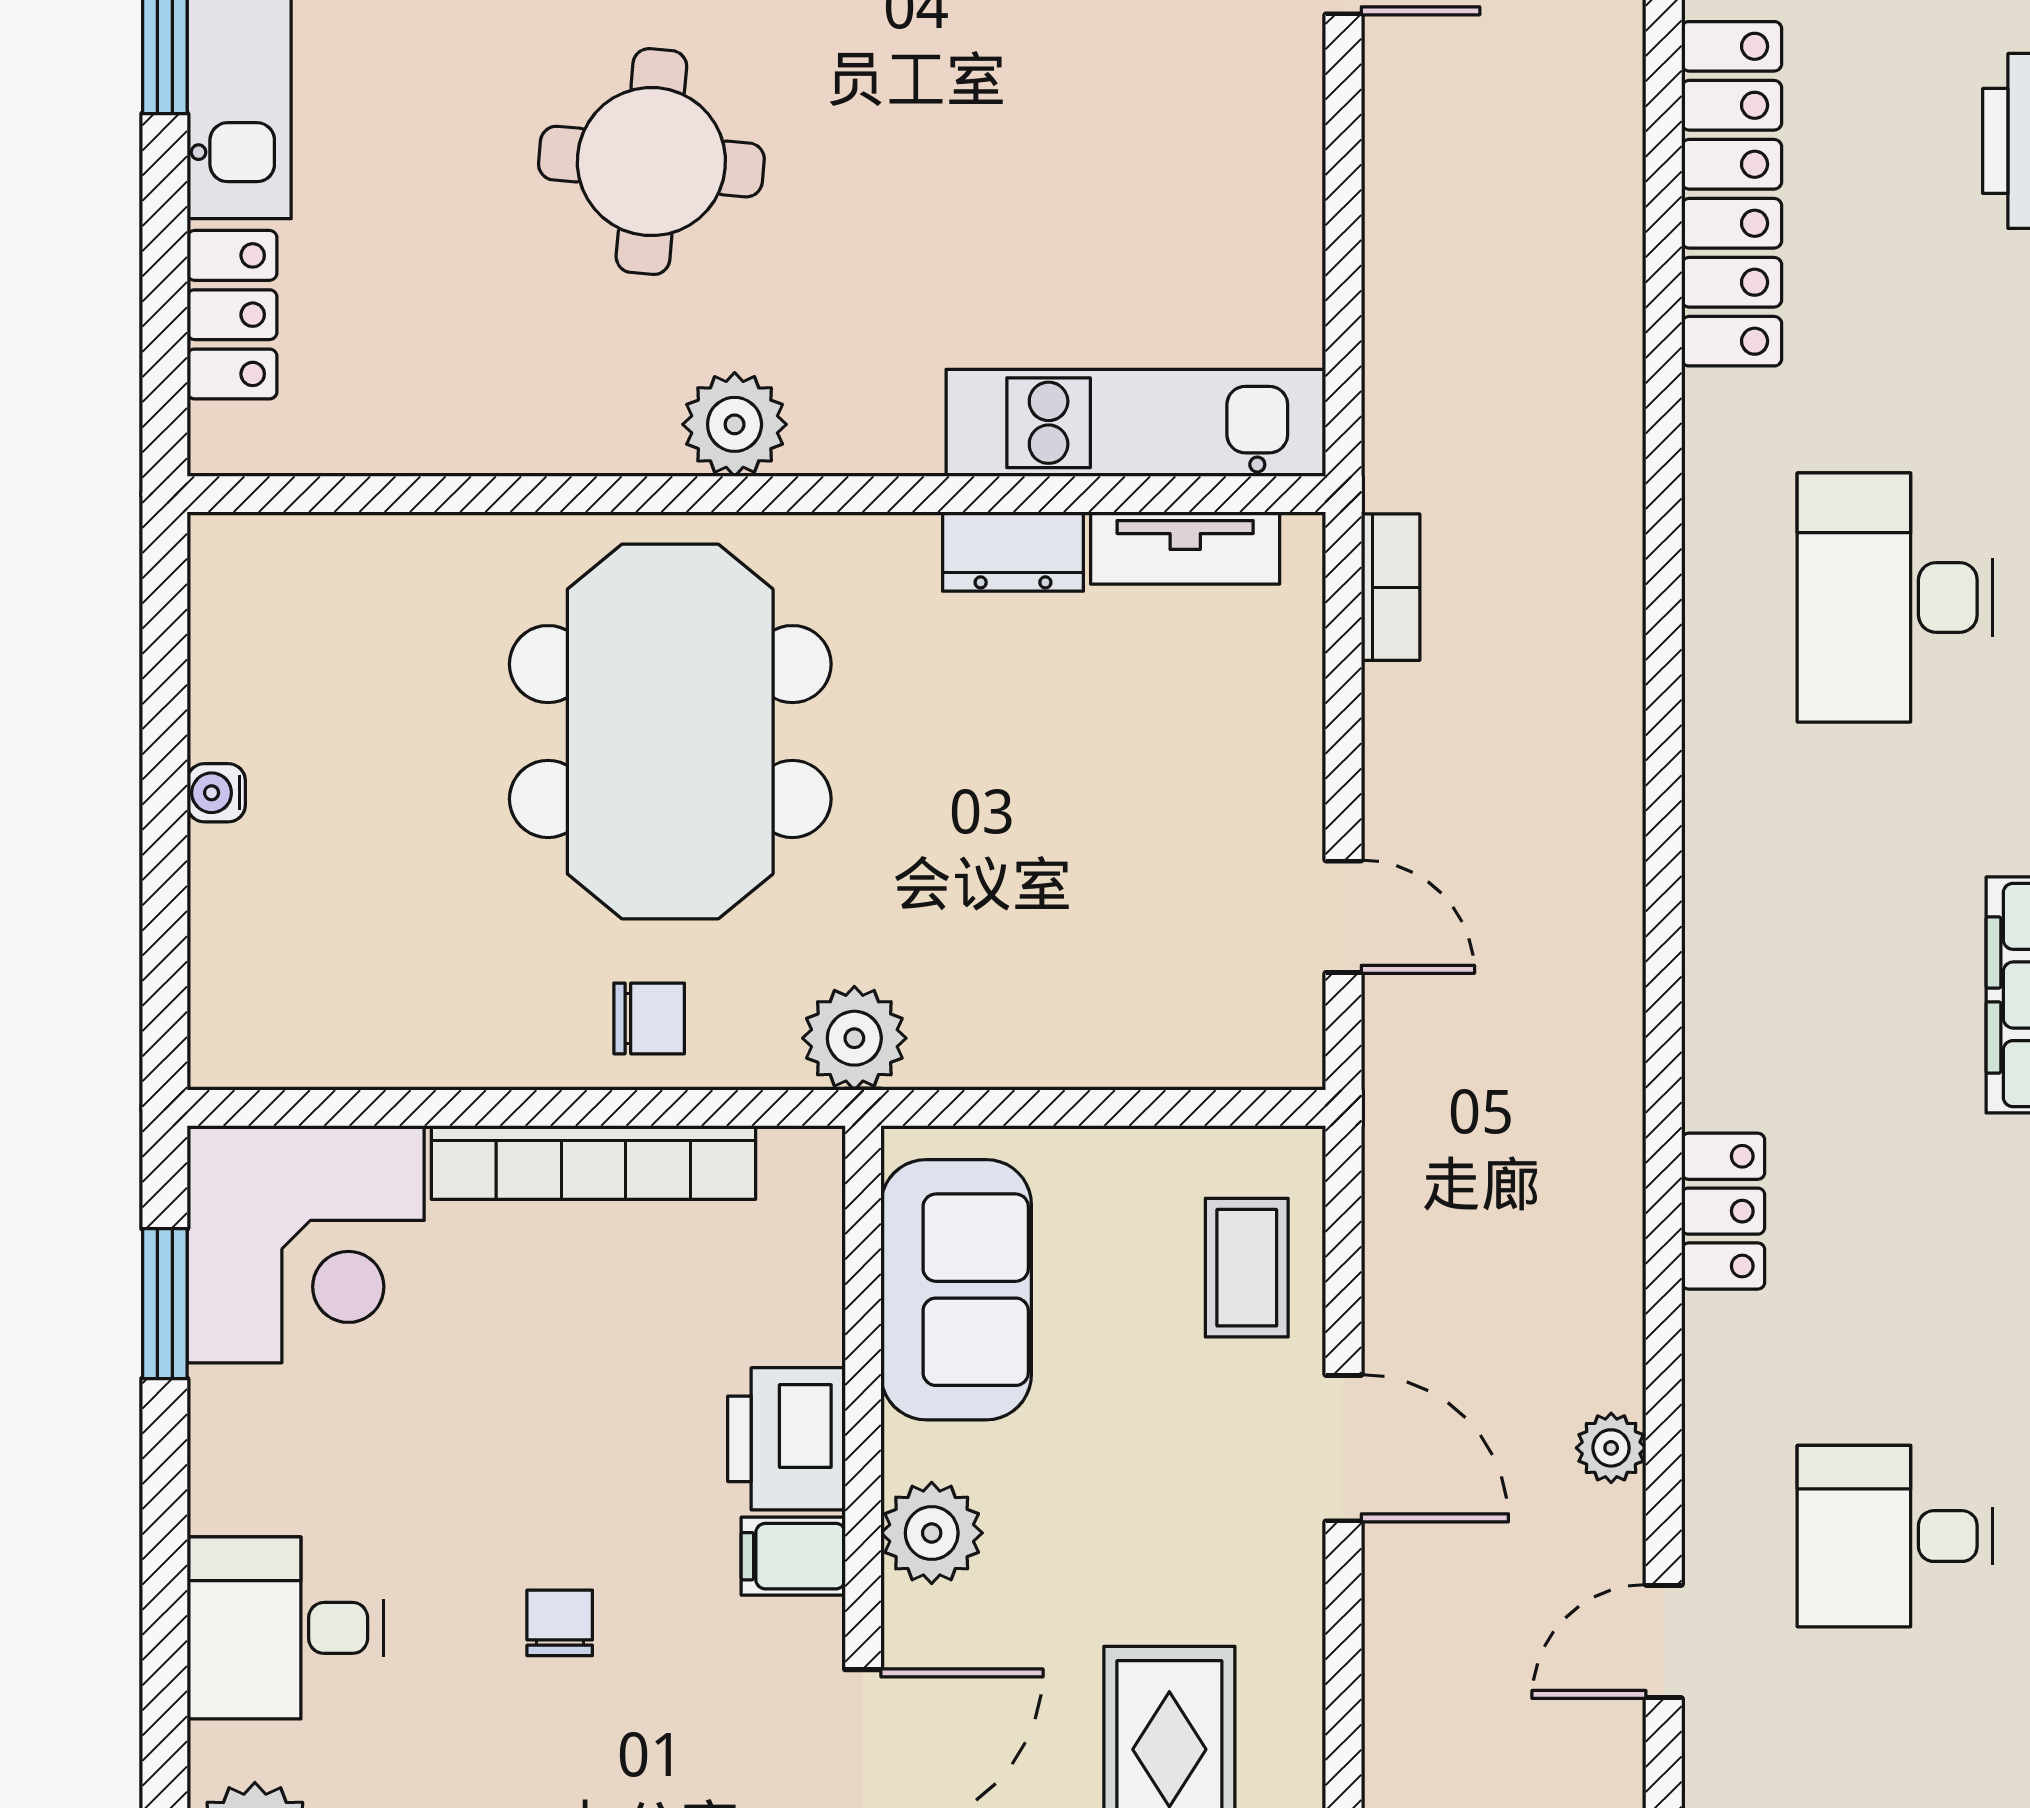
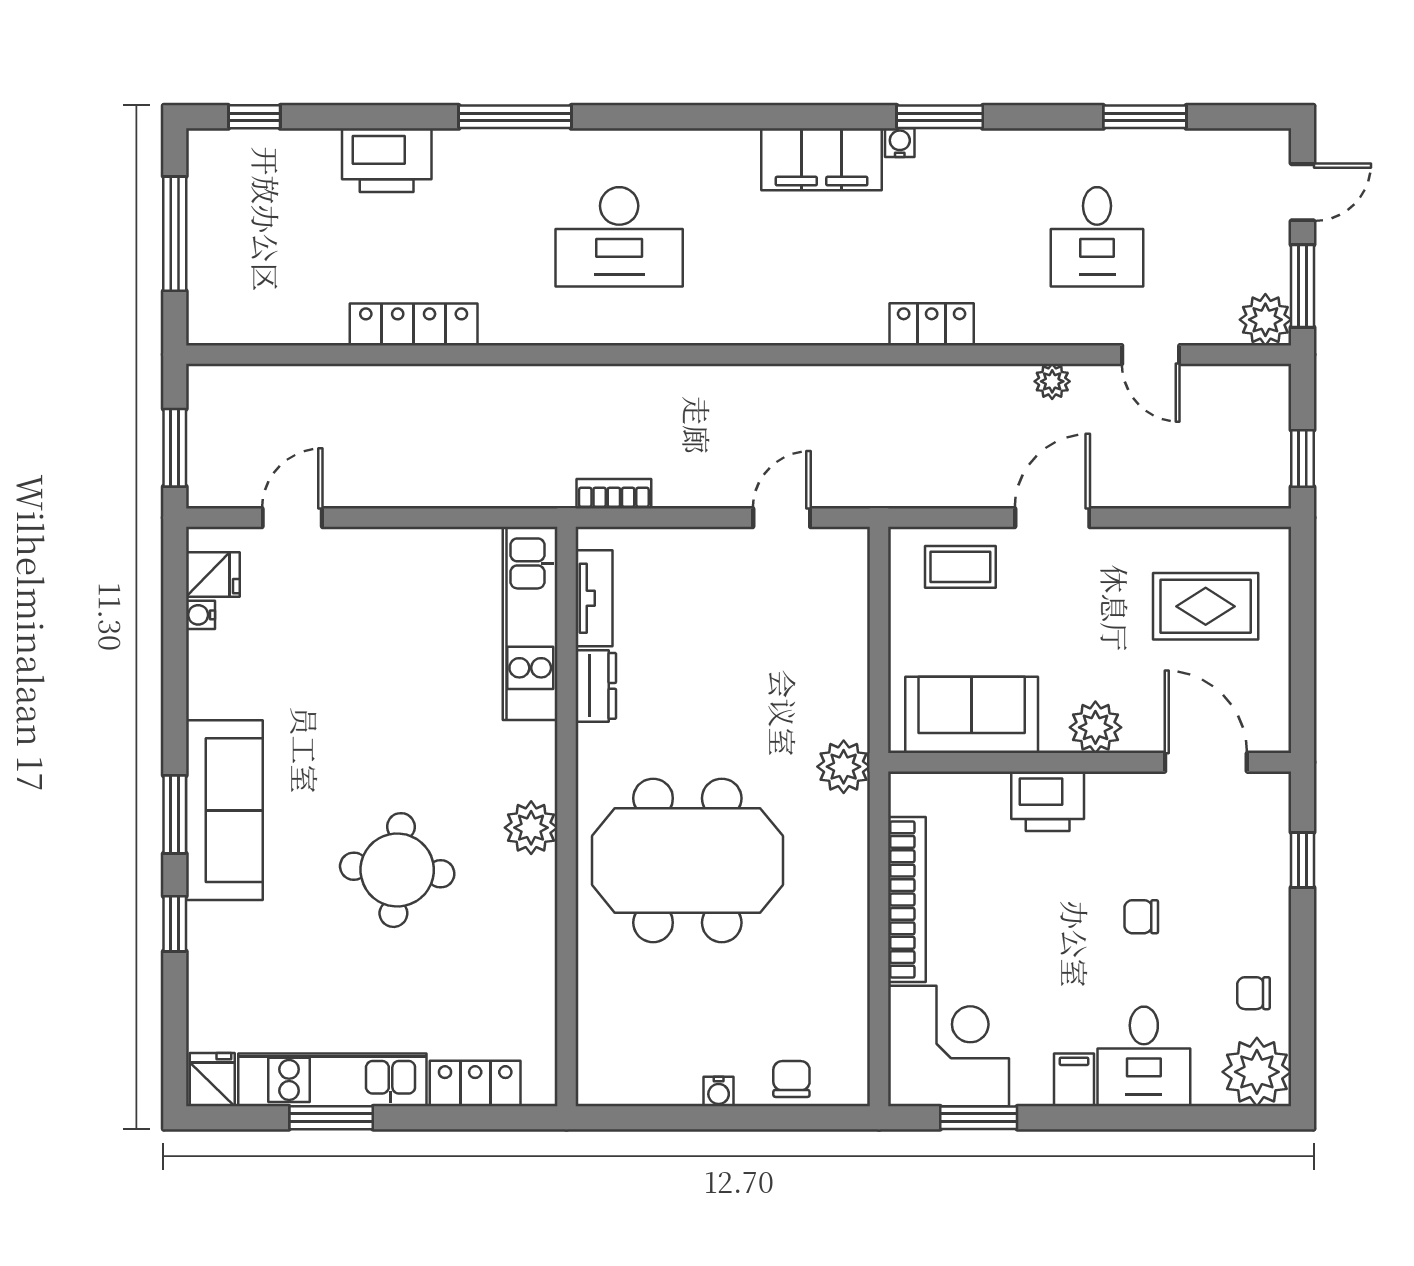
locker: (1732, 194) -> (414, 324), width x0.71, depth x0.83
chair: (649, 1018) -> (791, 1079), moved
filing cabinet: (793, 1556) -> (1074, 1080), moved, turned 180

